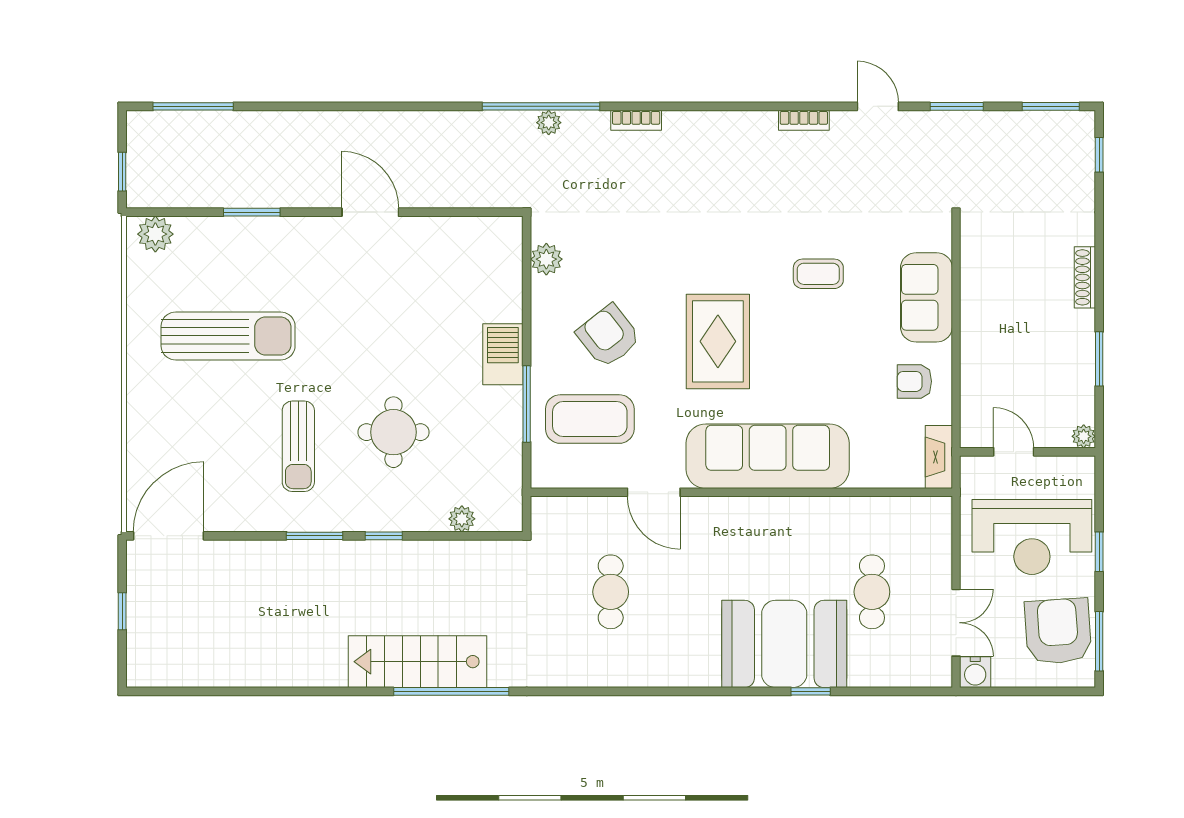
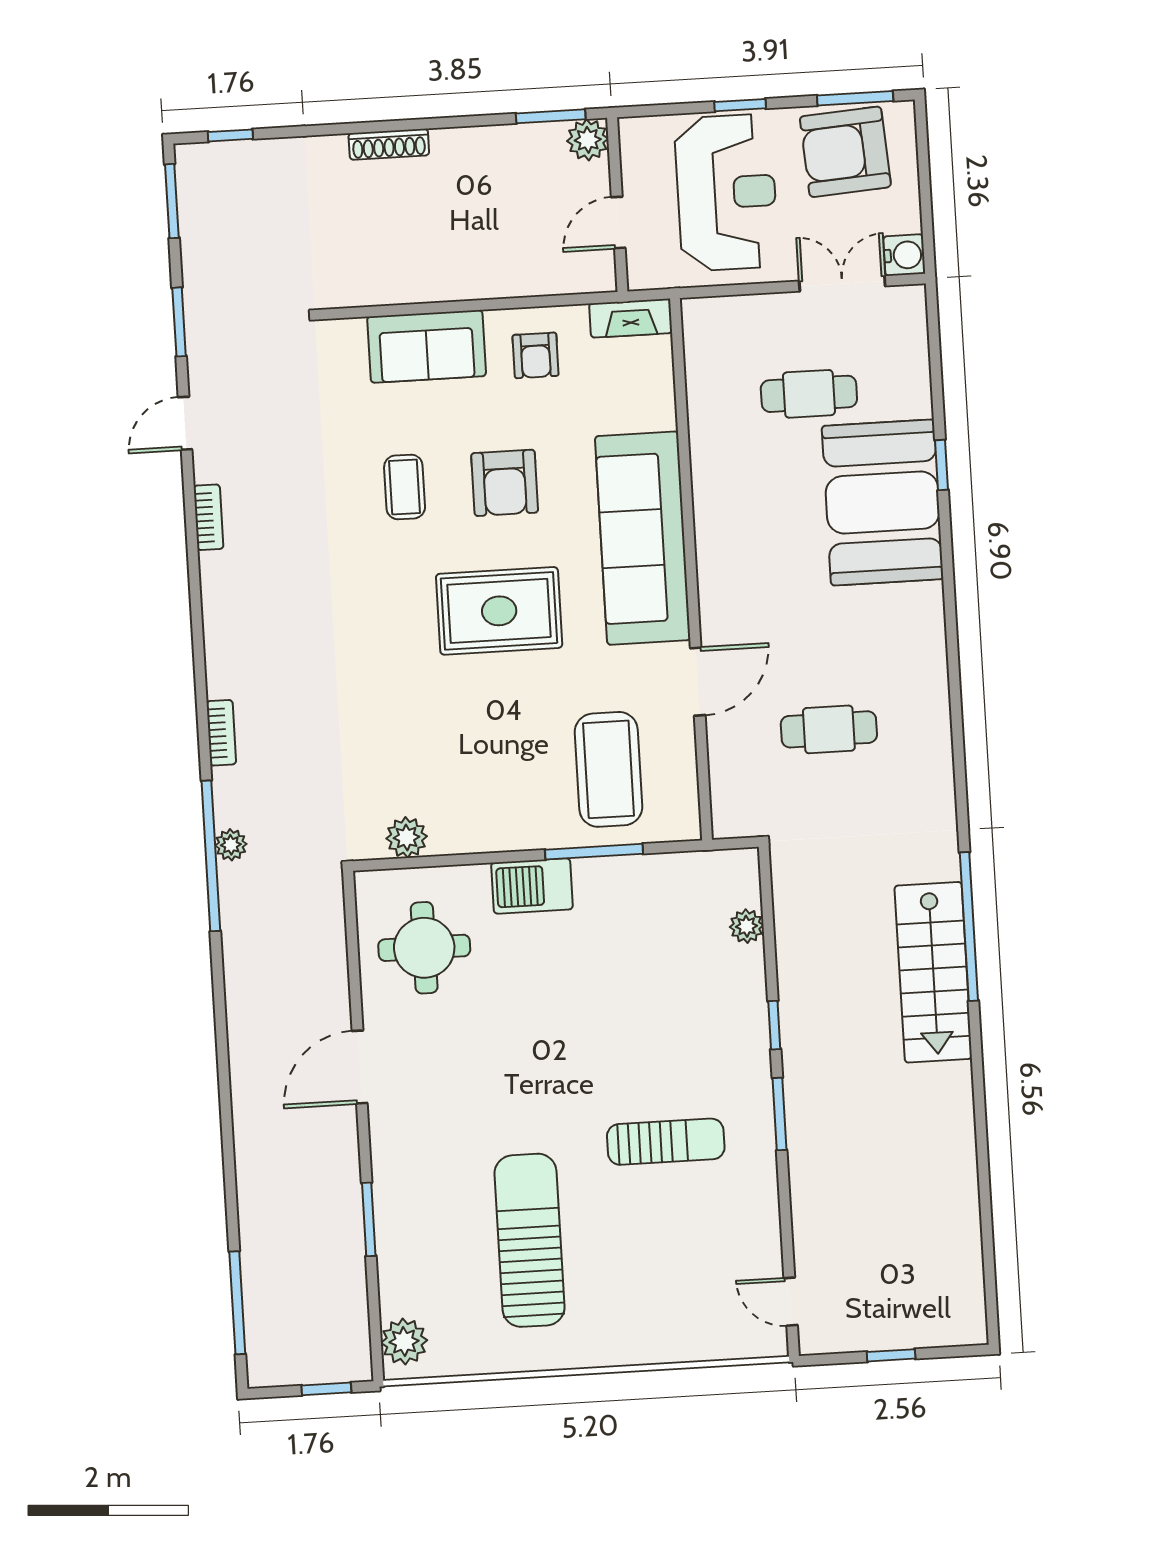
armchair: (608, 336) -> (505, 483), moved, turned -52
window: (1099, 359) -> (551, 116), moved
round table: (393, 432) -> (424, 948), moved
plant: (1084, 436) -> (588, 140), width x1.38, depth x1.38
door: (168, 536) -> (791, 1302), width x0.53

